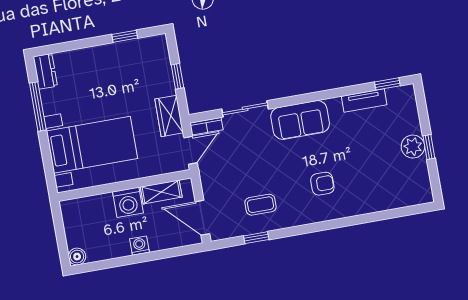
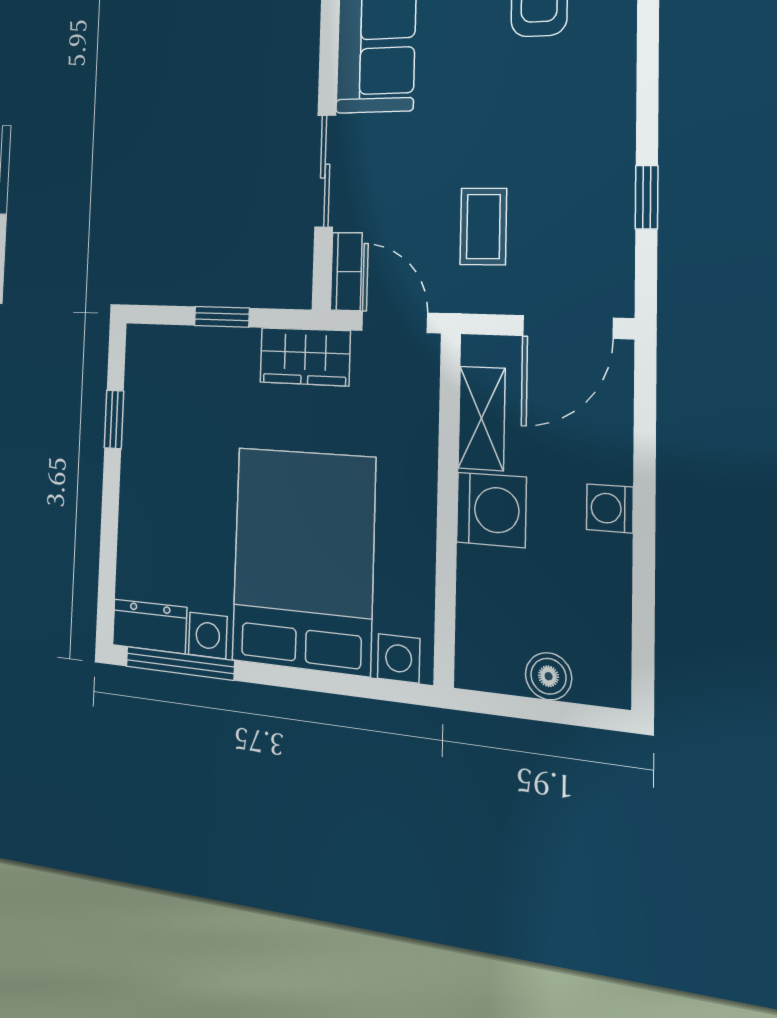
window: (38, 107) -> (180, 663), moved
bed with nightstands: (92, 145) -> (303, 560), width x1.36
coffee table: (260, 205) -> (483, 227), moved
boiler: (77, 257) -> (549, 676), moved

